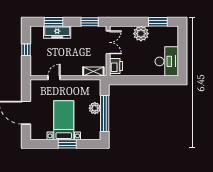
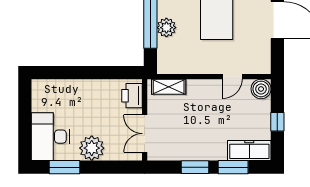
window: (90, 22) -> (195, 167), moved
freezer: (57, 32) -> (249, 150), moved
desk: (167, 61) -> (50, 137), moved
boiler: (36, 70) -> (261, 89), added

